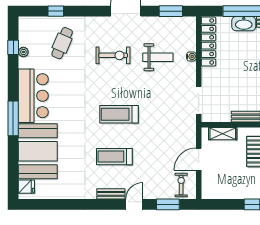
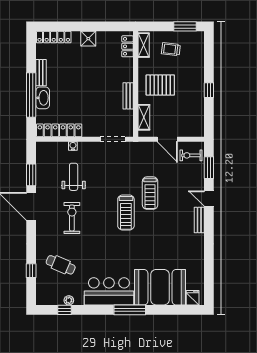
window: (171, 11) -> (31, 175), moved
treadmill: (114, 157) -> (150, 193), moved

